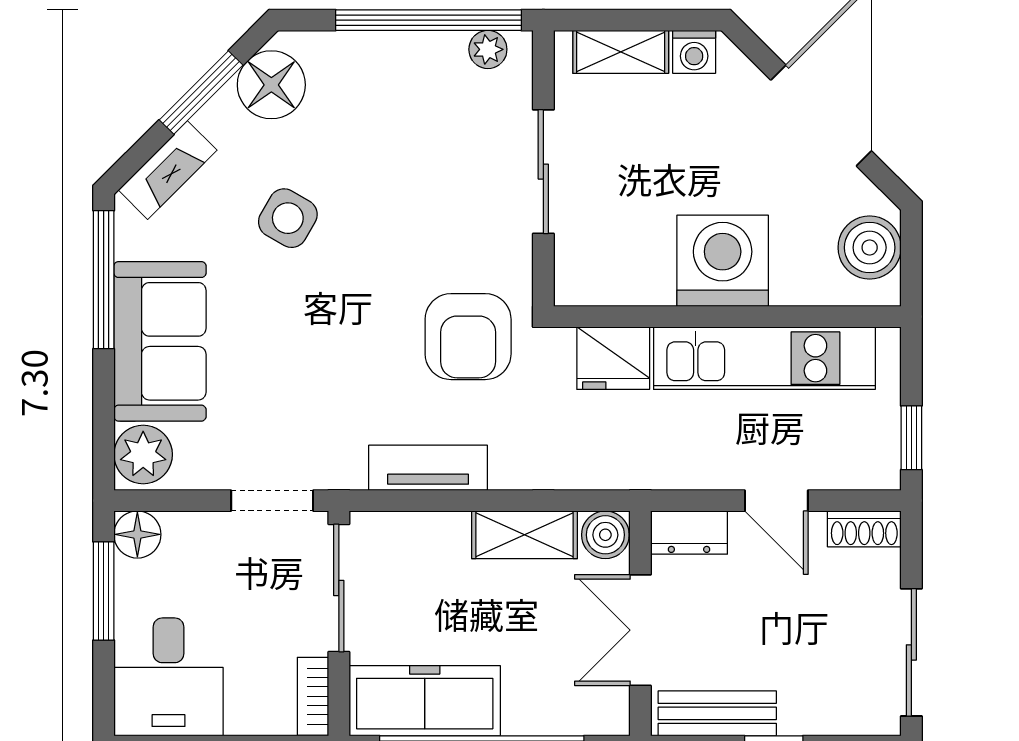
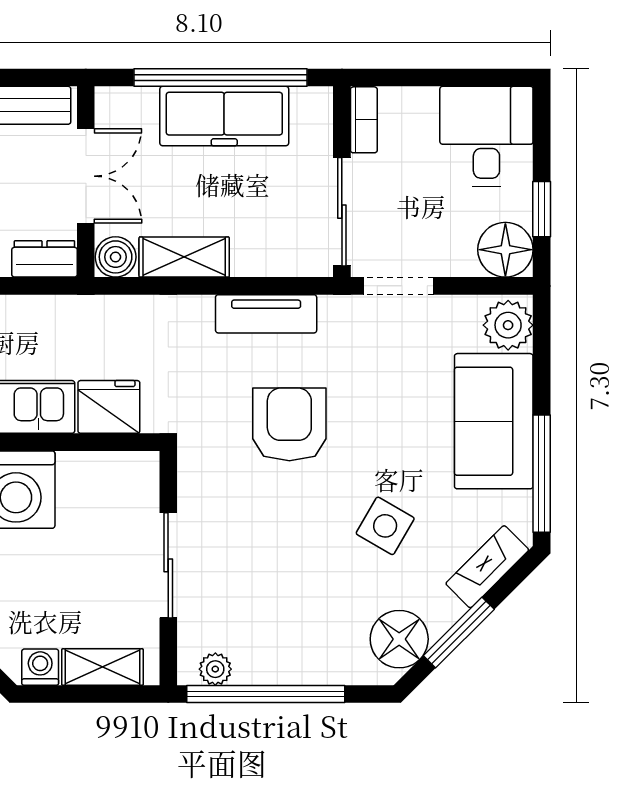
armchair: (468, 337) -> (289, 424), moved
floor lamp: (137, 534) -> (505, 250), width x1.38, depth x1.38
window: (104, 591) -> (542, 209), width x0.67
freezer: (425, 701) -> (224, 116), moved

